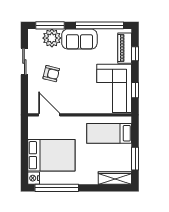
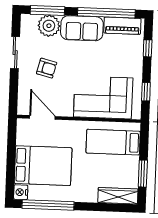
piano: (125, 48) -> (122, 26), moved, turned -90
corner sofa: (114, 88) -> (103, 97), moved, turned 90

